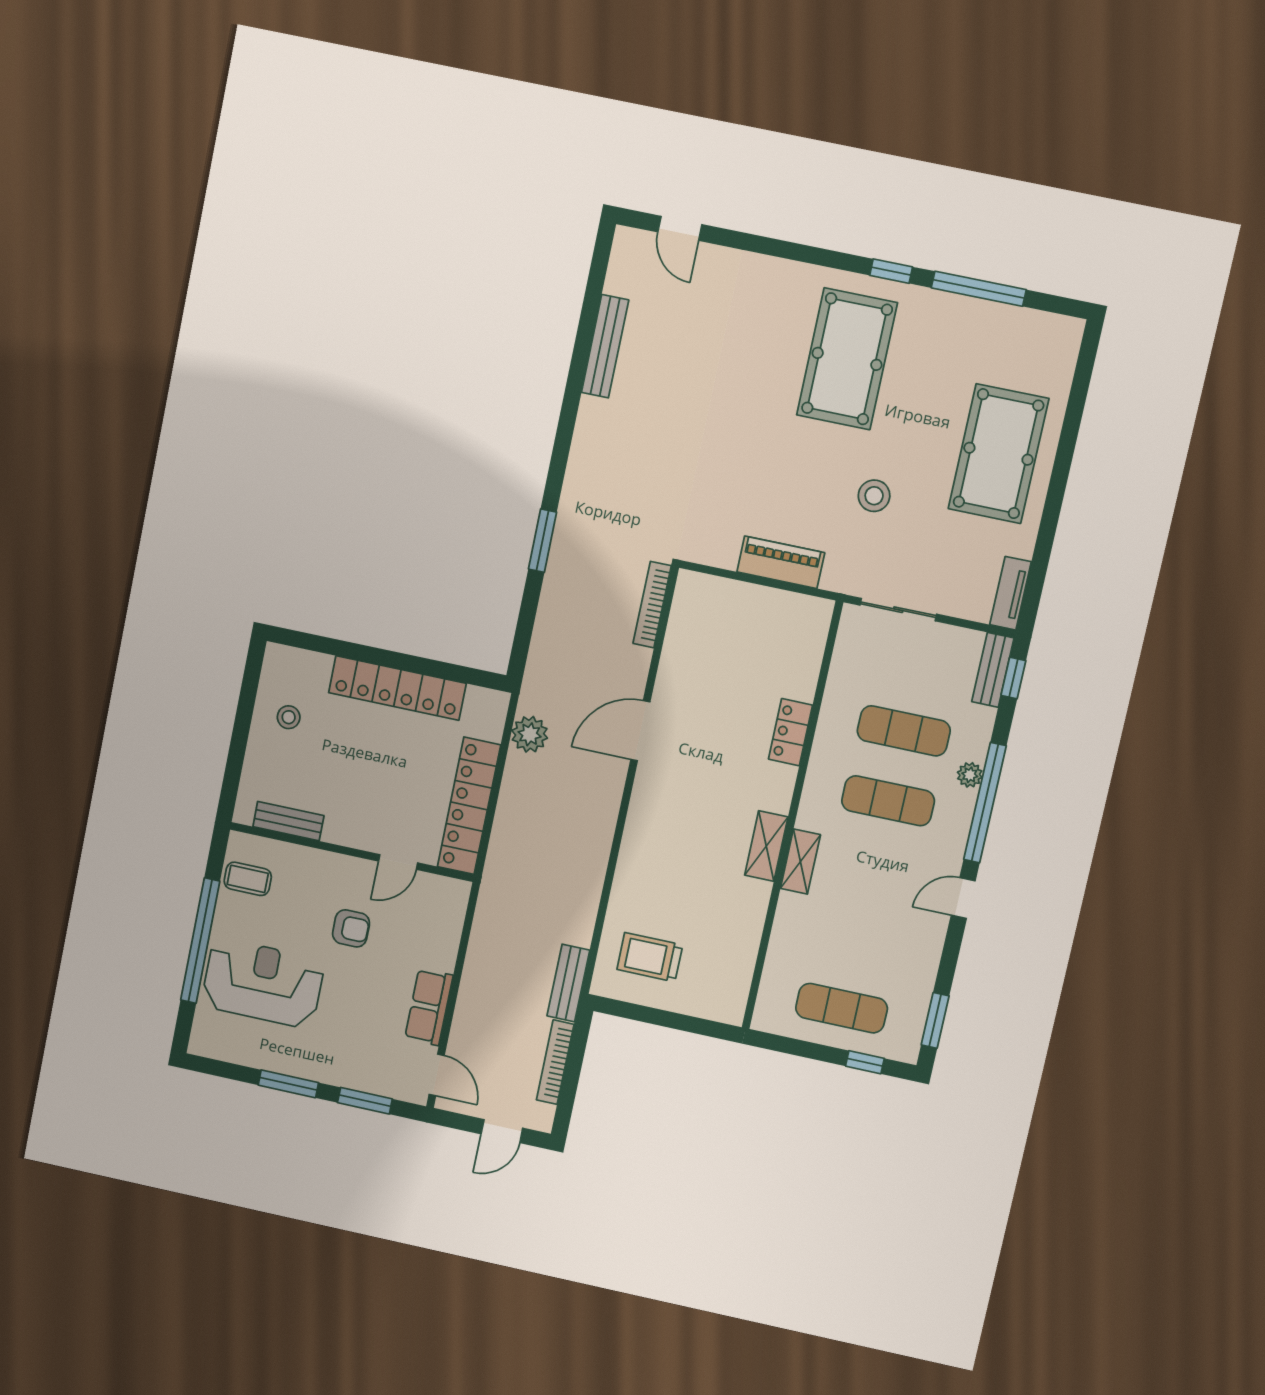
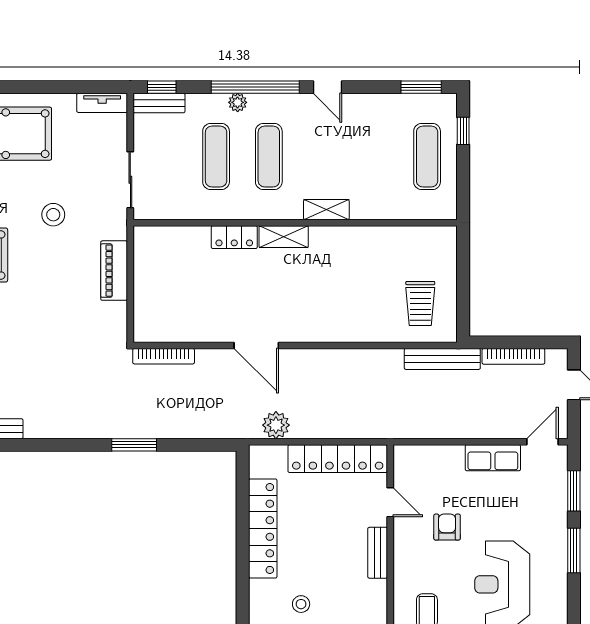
bench: (288, 821) -> (378, 553), moved
shelving: (766, 846) -> (284, 237), moved
bench: (568, 983) -> (442, 359), width x1.36

